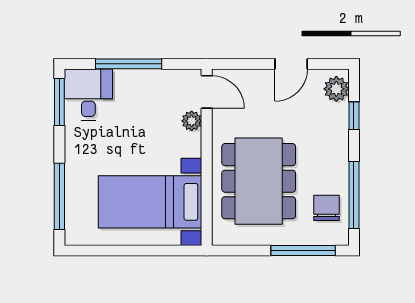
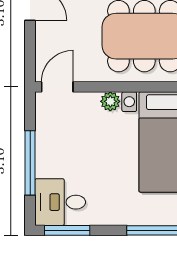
plant: (192, 121) -> (110, 101), moved

